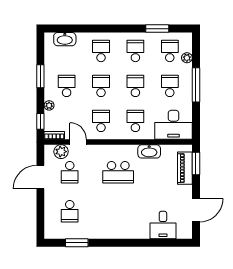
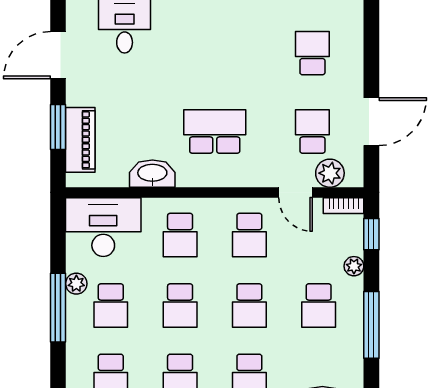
plant: (187, 58) -> (76, 284), moved
window: (40, 76) -> (371, 325), width x1.44
window: (196, 163) -> (58, 127), moved

